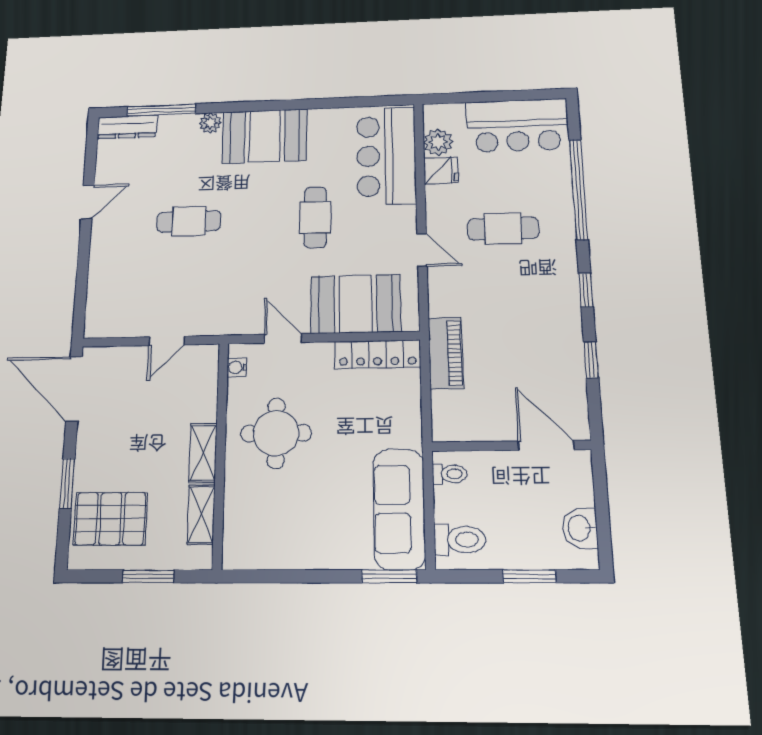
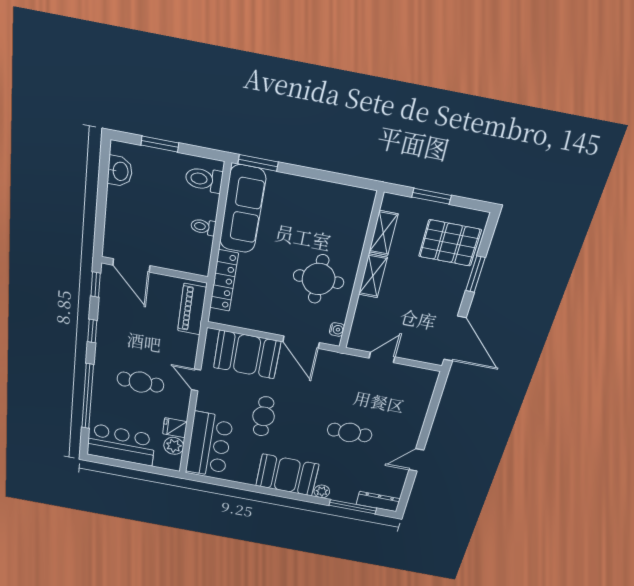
door: (283, 338) -> (301, 342), width x1.38
locker: (377, 354) -> (224, 281), moved, turned 90
door: (546, 445) -> (131, 265), moved
wall: (511, 446) -> (155, 270), moved

